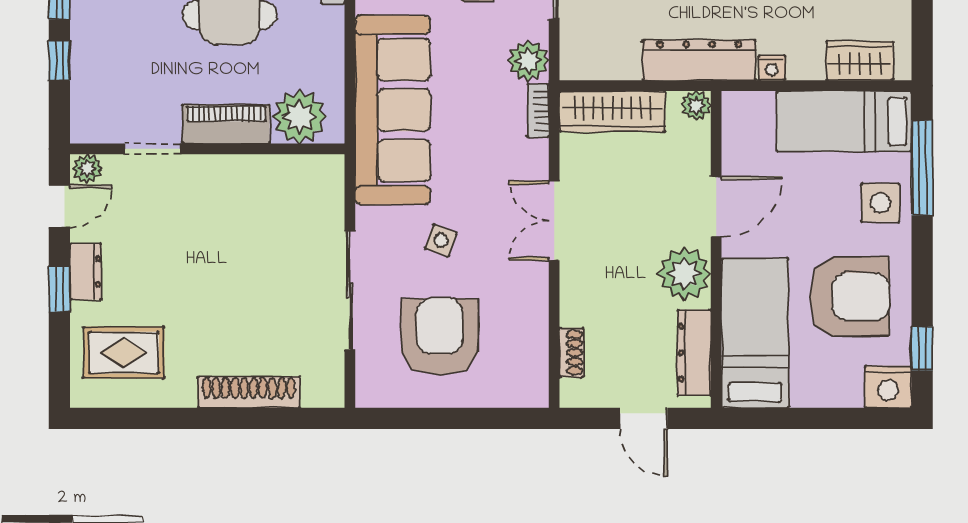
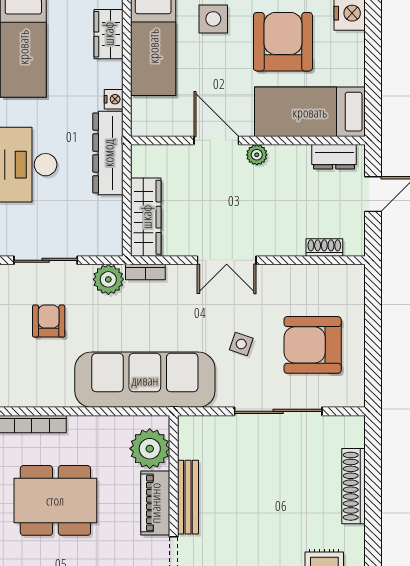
plant: (696, 105) -> (141, 155), removed
bench: (234, 168) -> (188, 497), added
plant: (684, 274) -> (257, 155), width x0.53, depth x0.53
dresser: (694, 353) -> (334, 157), width x0.70

